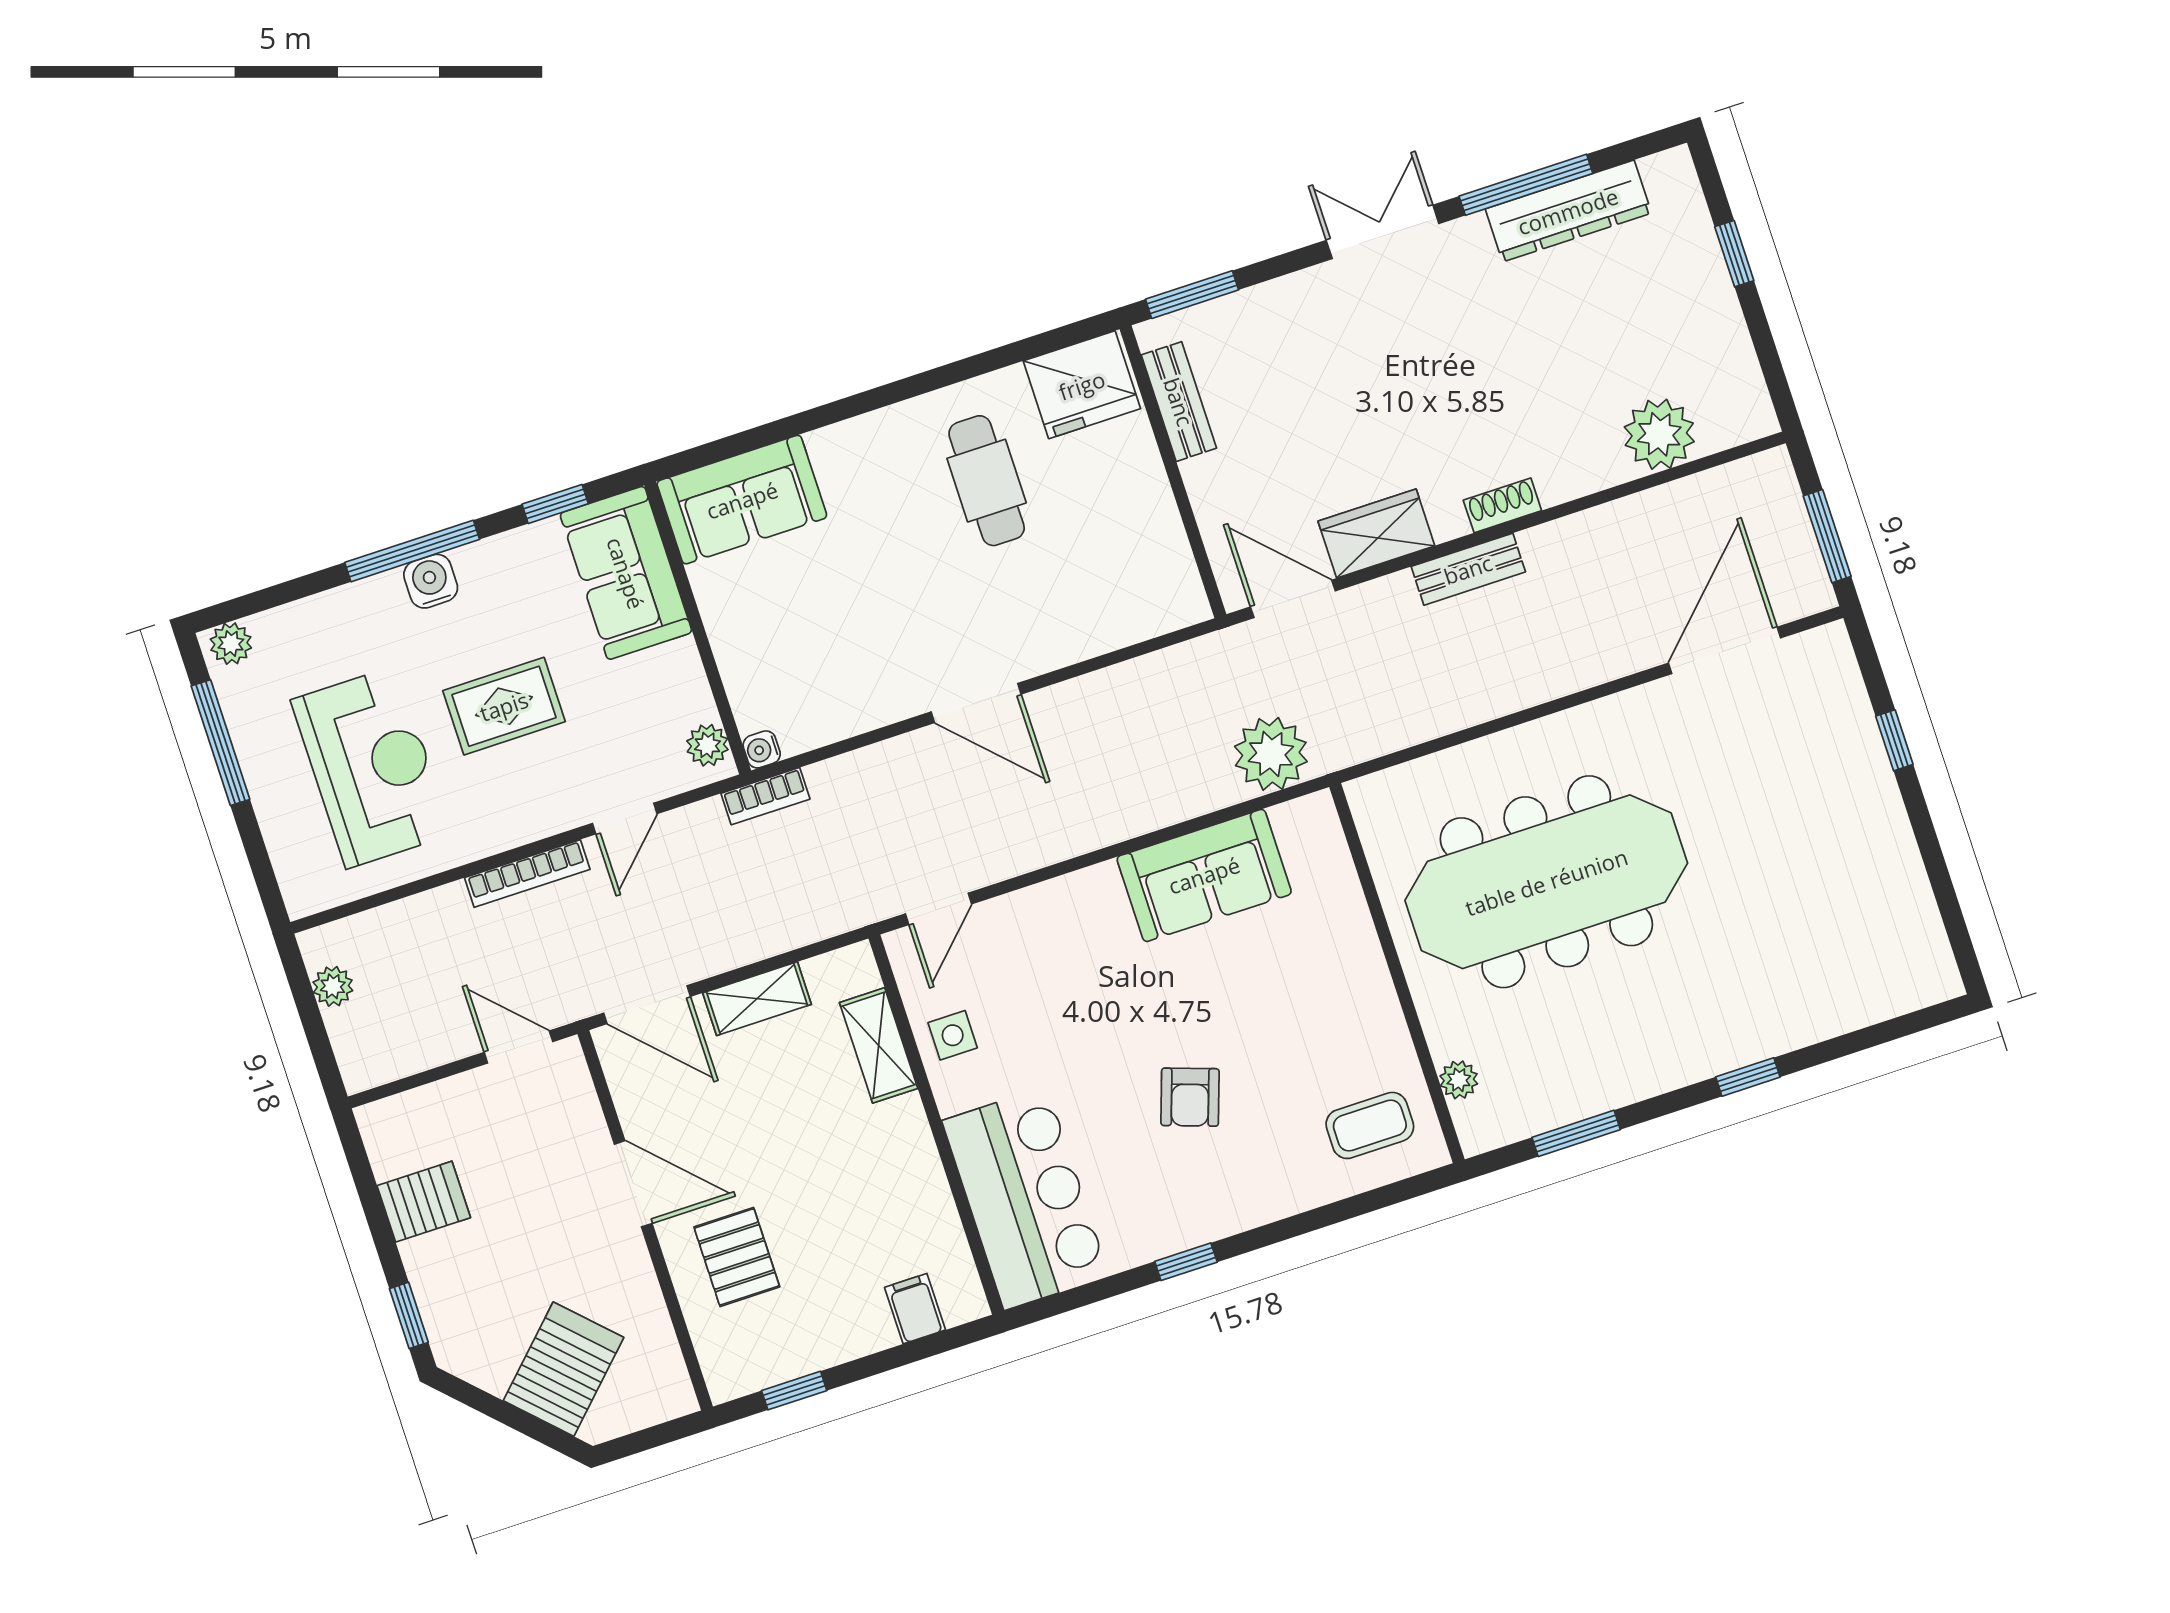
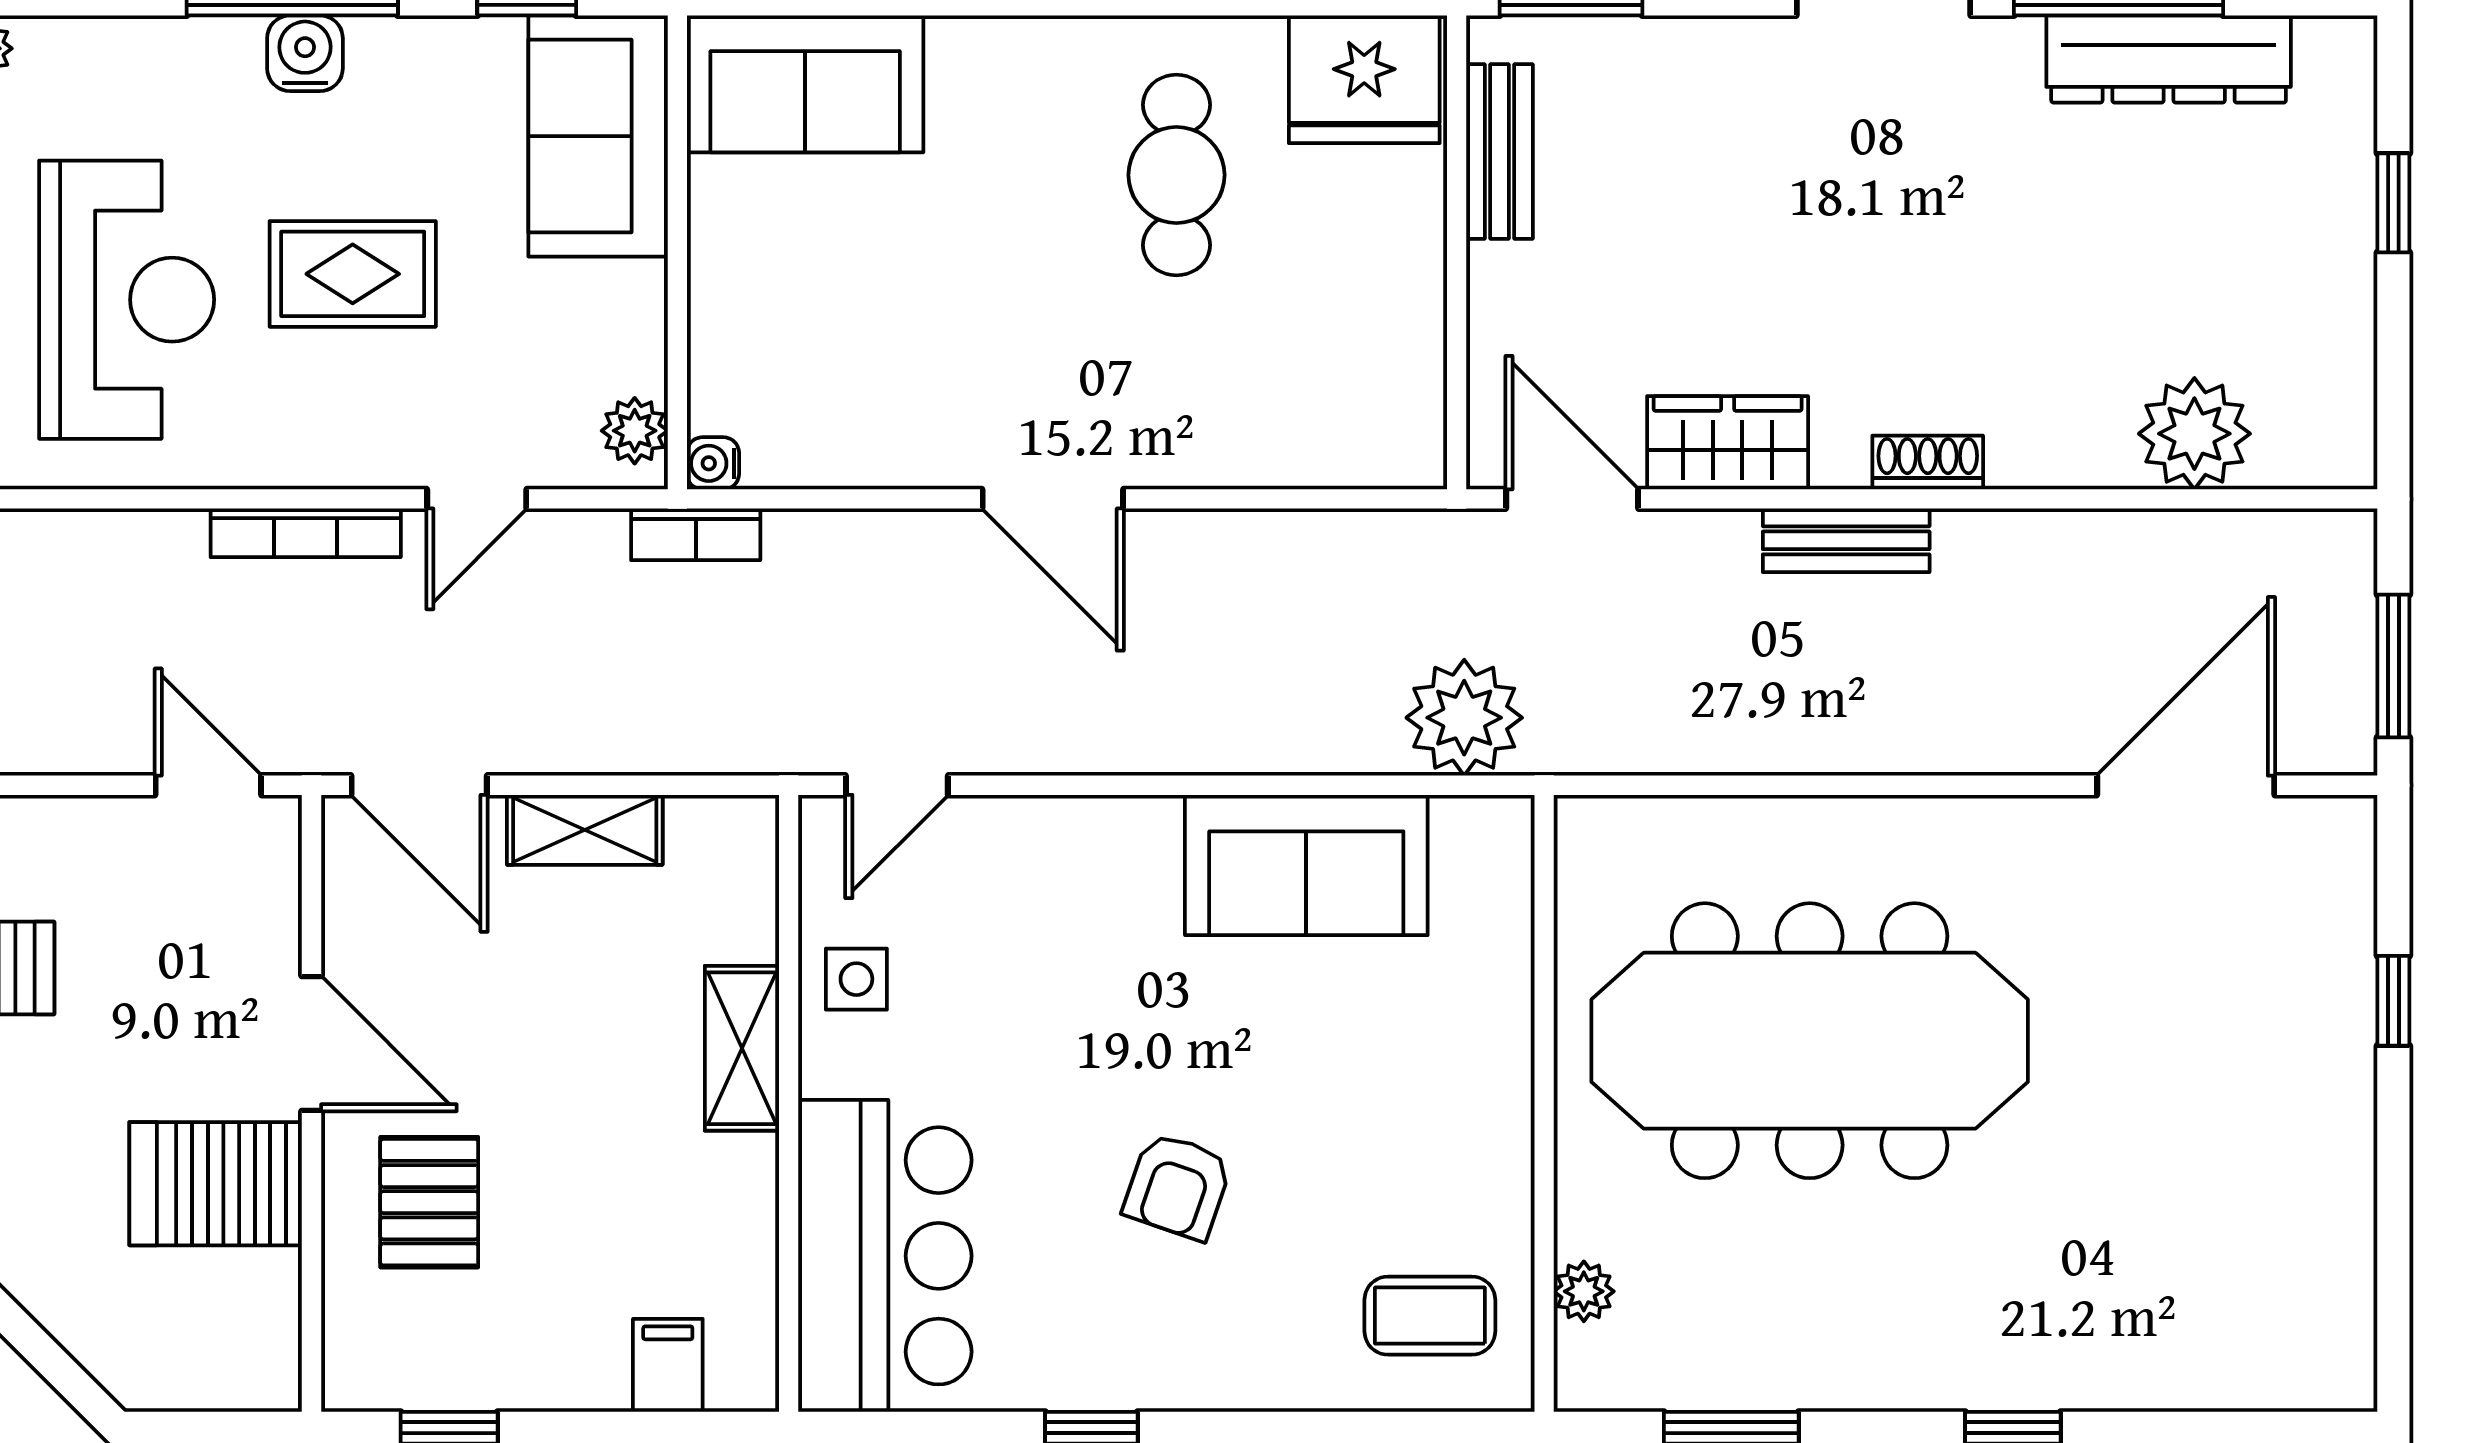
shelving: (879, 1045) -> (742, 1048), moved
server rack: (563, 1369) -> (216, 1184), moved, turned -135

